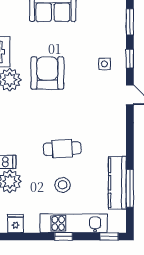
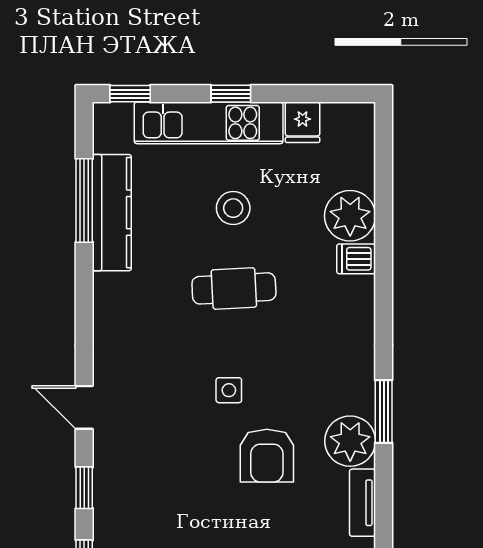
side table: (104, 64) -> (229, 390), moved
armchair: (47, 73) -> (267, 456), width x0.73, depth x0.73
fridge: (15, 224) -> (303, 122), moved

